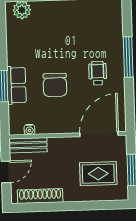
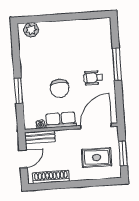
wheelchair: (98, 73) -> (93, 78), turned -90
row of seats: (16, 85) -> (61, 120), moved, turned -90

